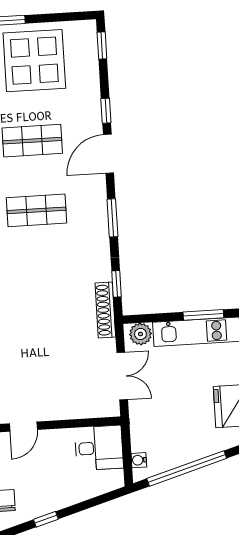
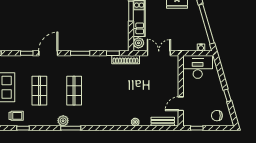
door: (109, 154) -> (48, 53), swing flipped
door: (23, 427) -> (181, 104), swing flipped
desk: (99, 448) -> (198, 67), width x1.37

